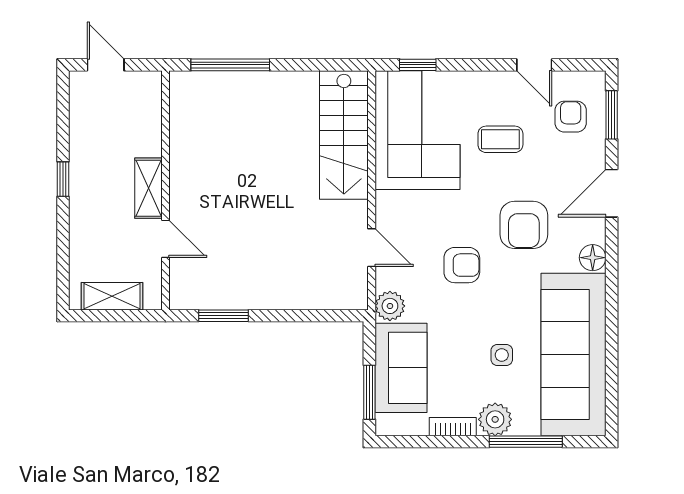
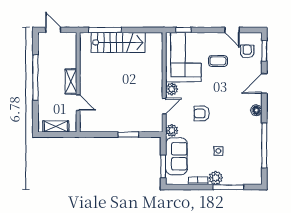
stairs: (344, 135) -> (118, 42), moved, turned -90
window: (63, 179) -> (35, 78), width x3.17
plant: (390, 207) -> (172, 89), added
armchair: (524, 225) -> (228, 97), removed
door: (372, 248) -> (164, 106), hinge flipped
armchair: (462, 265) -> (202, 113), turned 180
window: (224, 316) -> (128, 135), moved
window: (612, 342) -> (264, 146), added
sofa: (573, 355) -> (248, 151), removed

